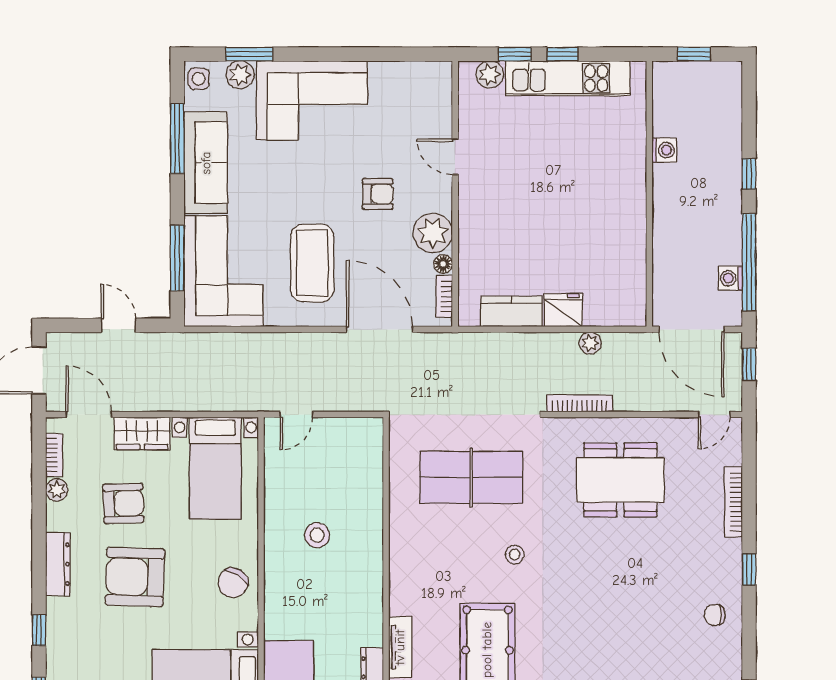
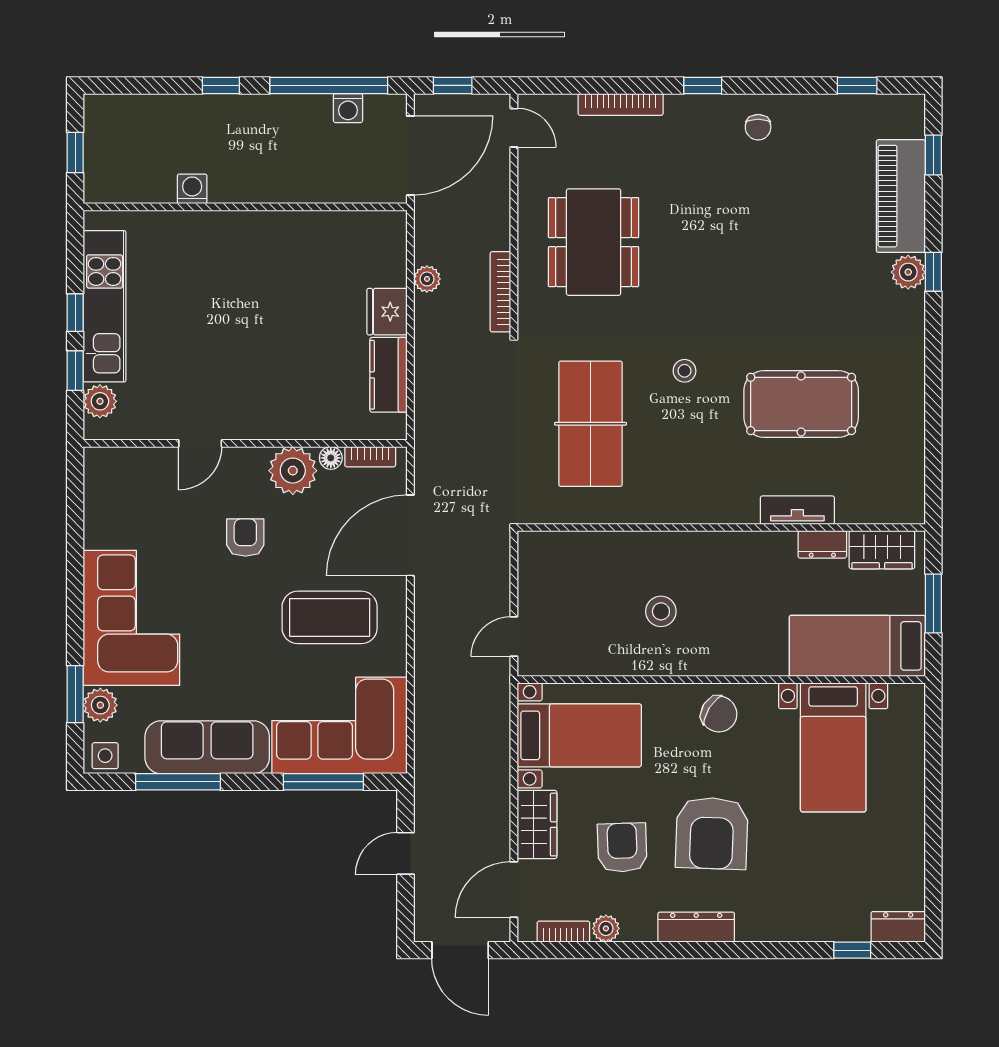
door: (296, 414) -> (514, 637), swing flipped
window: (39, 630) -> (777, 950), removed

